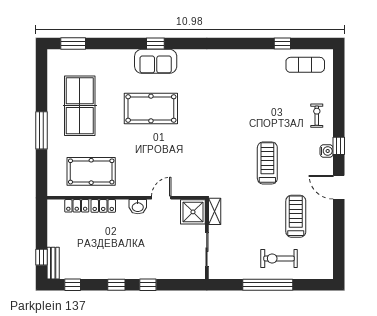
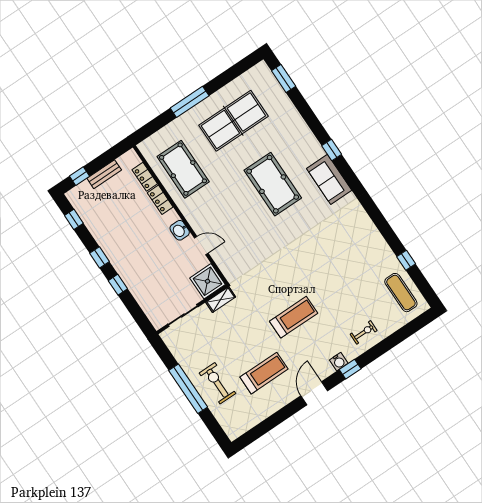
sofa: (156, 61) -> (329, 179), moved
bench: (53, 263) -> (104, 174), moved

